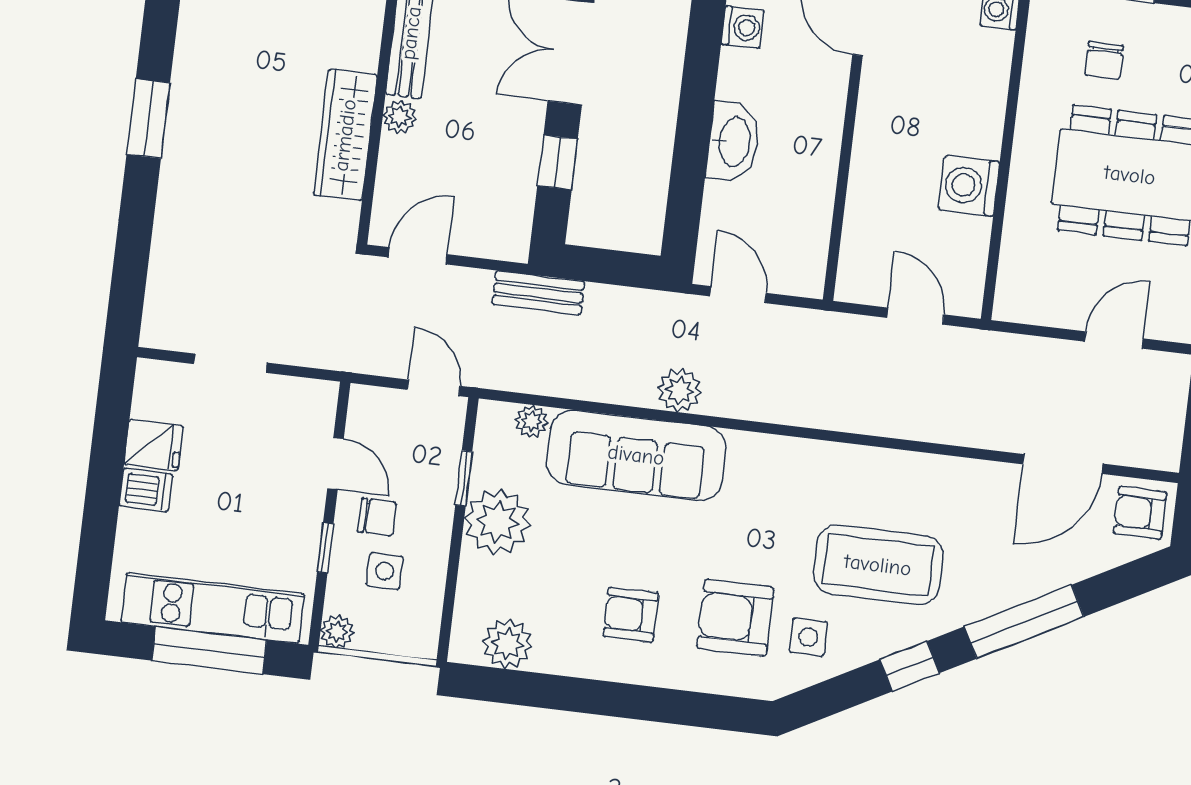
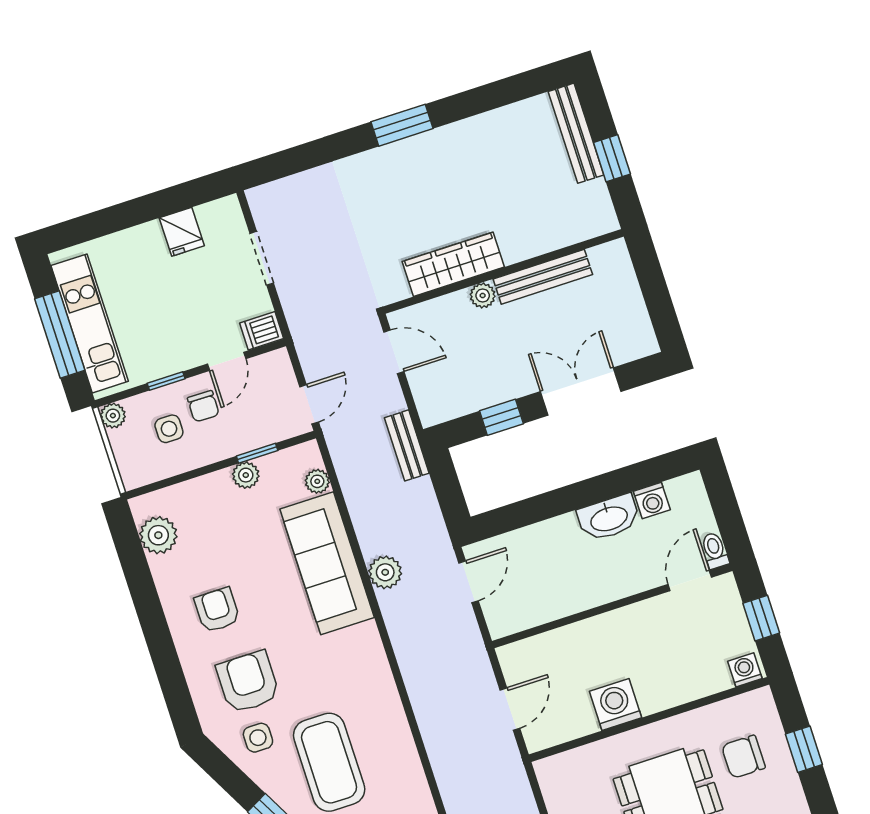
chair: (1104, 60) -> (743, 757), width x1.37, depth x1.37
washbasin: (733, 142) -> (609, 518), moved
dishwasher: (146, 490) -> (262, 331), moved, turned 90
plant: (498, 522) -> (246, 475), width x0.53, depth x0.53

